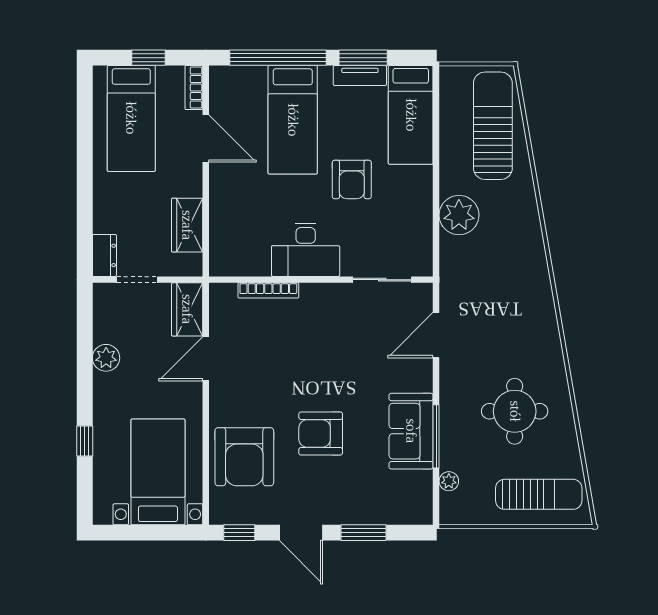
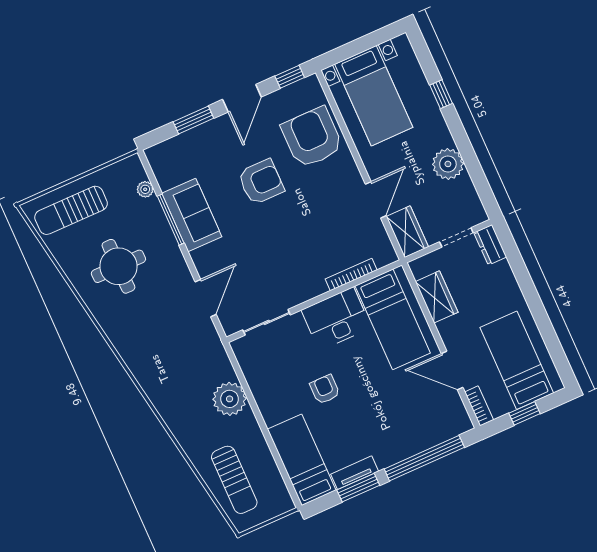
bed: (293, 120) -> (393, 319), moved, turned 180
sun lounger: (493, 126) -> (234, 480), width x0.73, depth x0.75
armchair: (352, 179) -> (325, 389), width x0.72, depth x0.72
plant: (106, 358) -> (448, 164), width x1.36, depth x1.36
door: (301, 533) -> (242, 98), swing flipped

